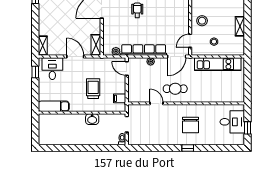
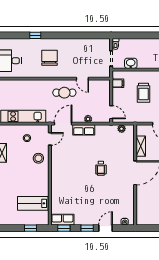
shelving: (96, 45) -> (141, 146), moved
row of seats: (144, 50) -> (84, 130), width x0.50
washbasin: (92, 119) -> (131, 63), moved
window: (188, 148) -> (35, 35), moved

